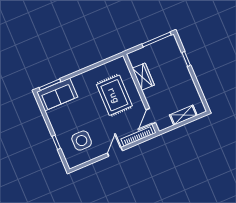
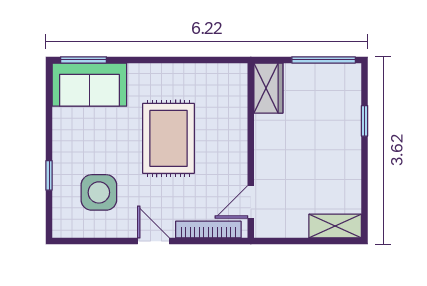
wardrobe: (143, 77) -> (268, 88), moved
rug: (114, 95) -> (169, 138), moved
shelving: (183, 115) -> (335, 226), moved
door: (115, 152) -> (153, 241), hinge flipped

